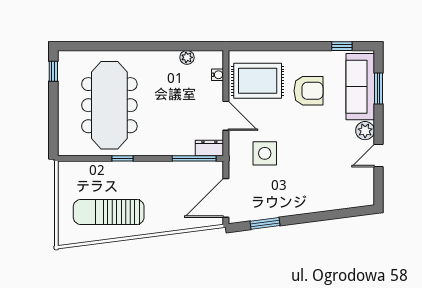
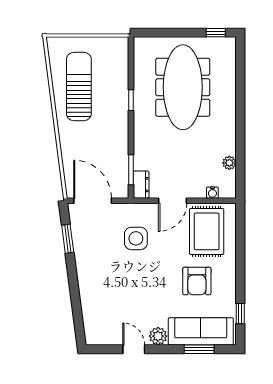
meeting table: (109, 105) -> (183, 87), turned 90
window: (194, 158) -> (131, 170), width x0.69

